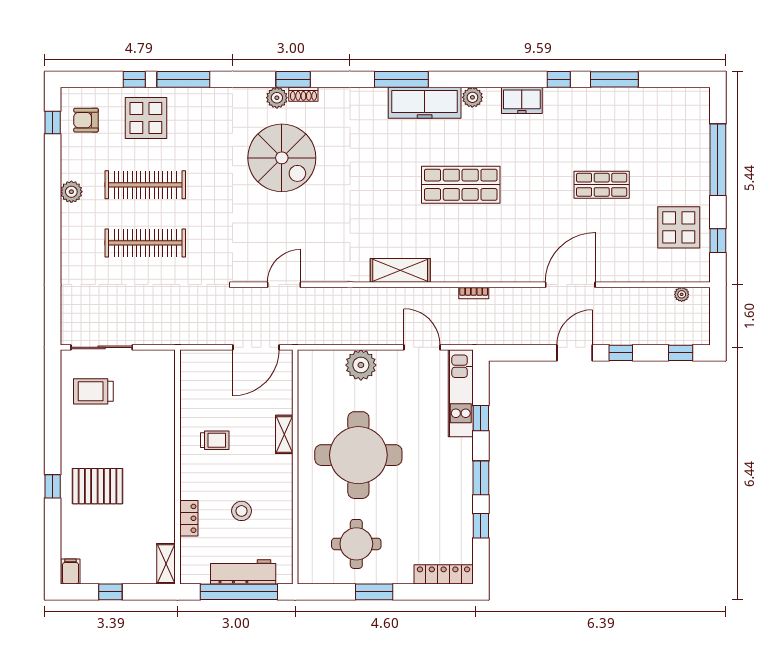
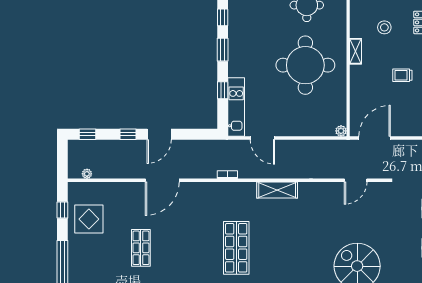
shop shelf: (461, 185) -> (236, 248), turned 90
shop shelf: (602, 185) -> (141, 248), turned 90
plant: (361, 365) -> (341, 131), moved, width x0.53, depth x0.53
shelving: (284, 434) -> (356, 51), moved

